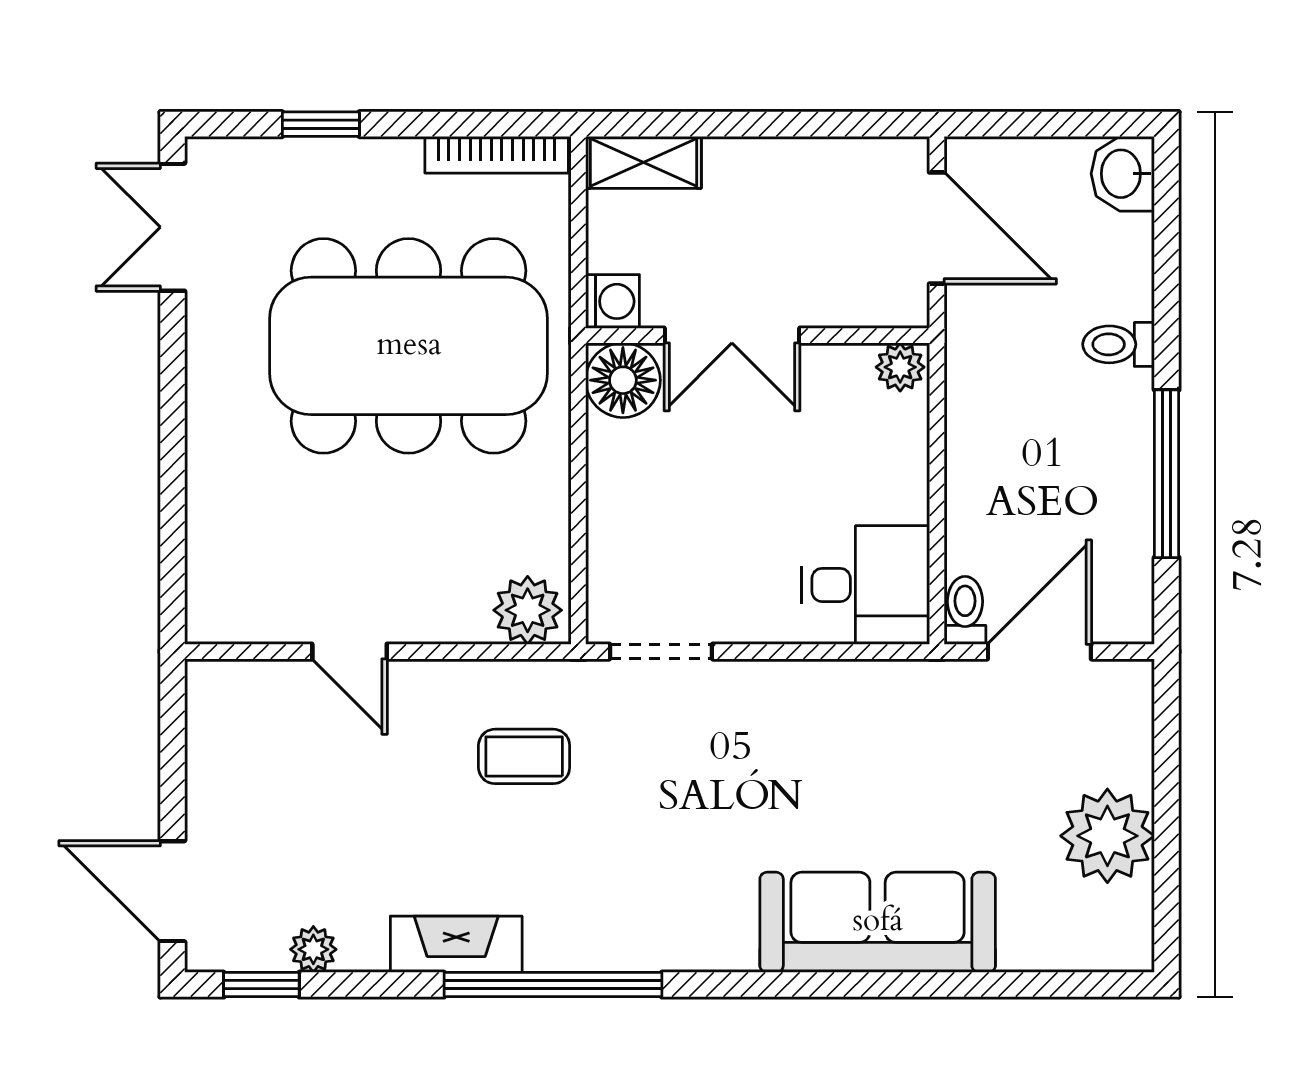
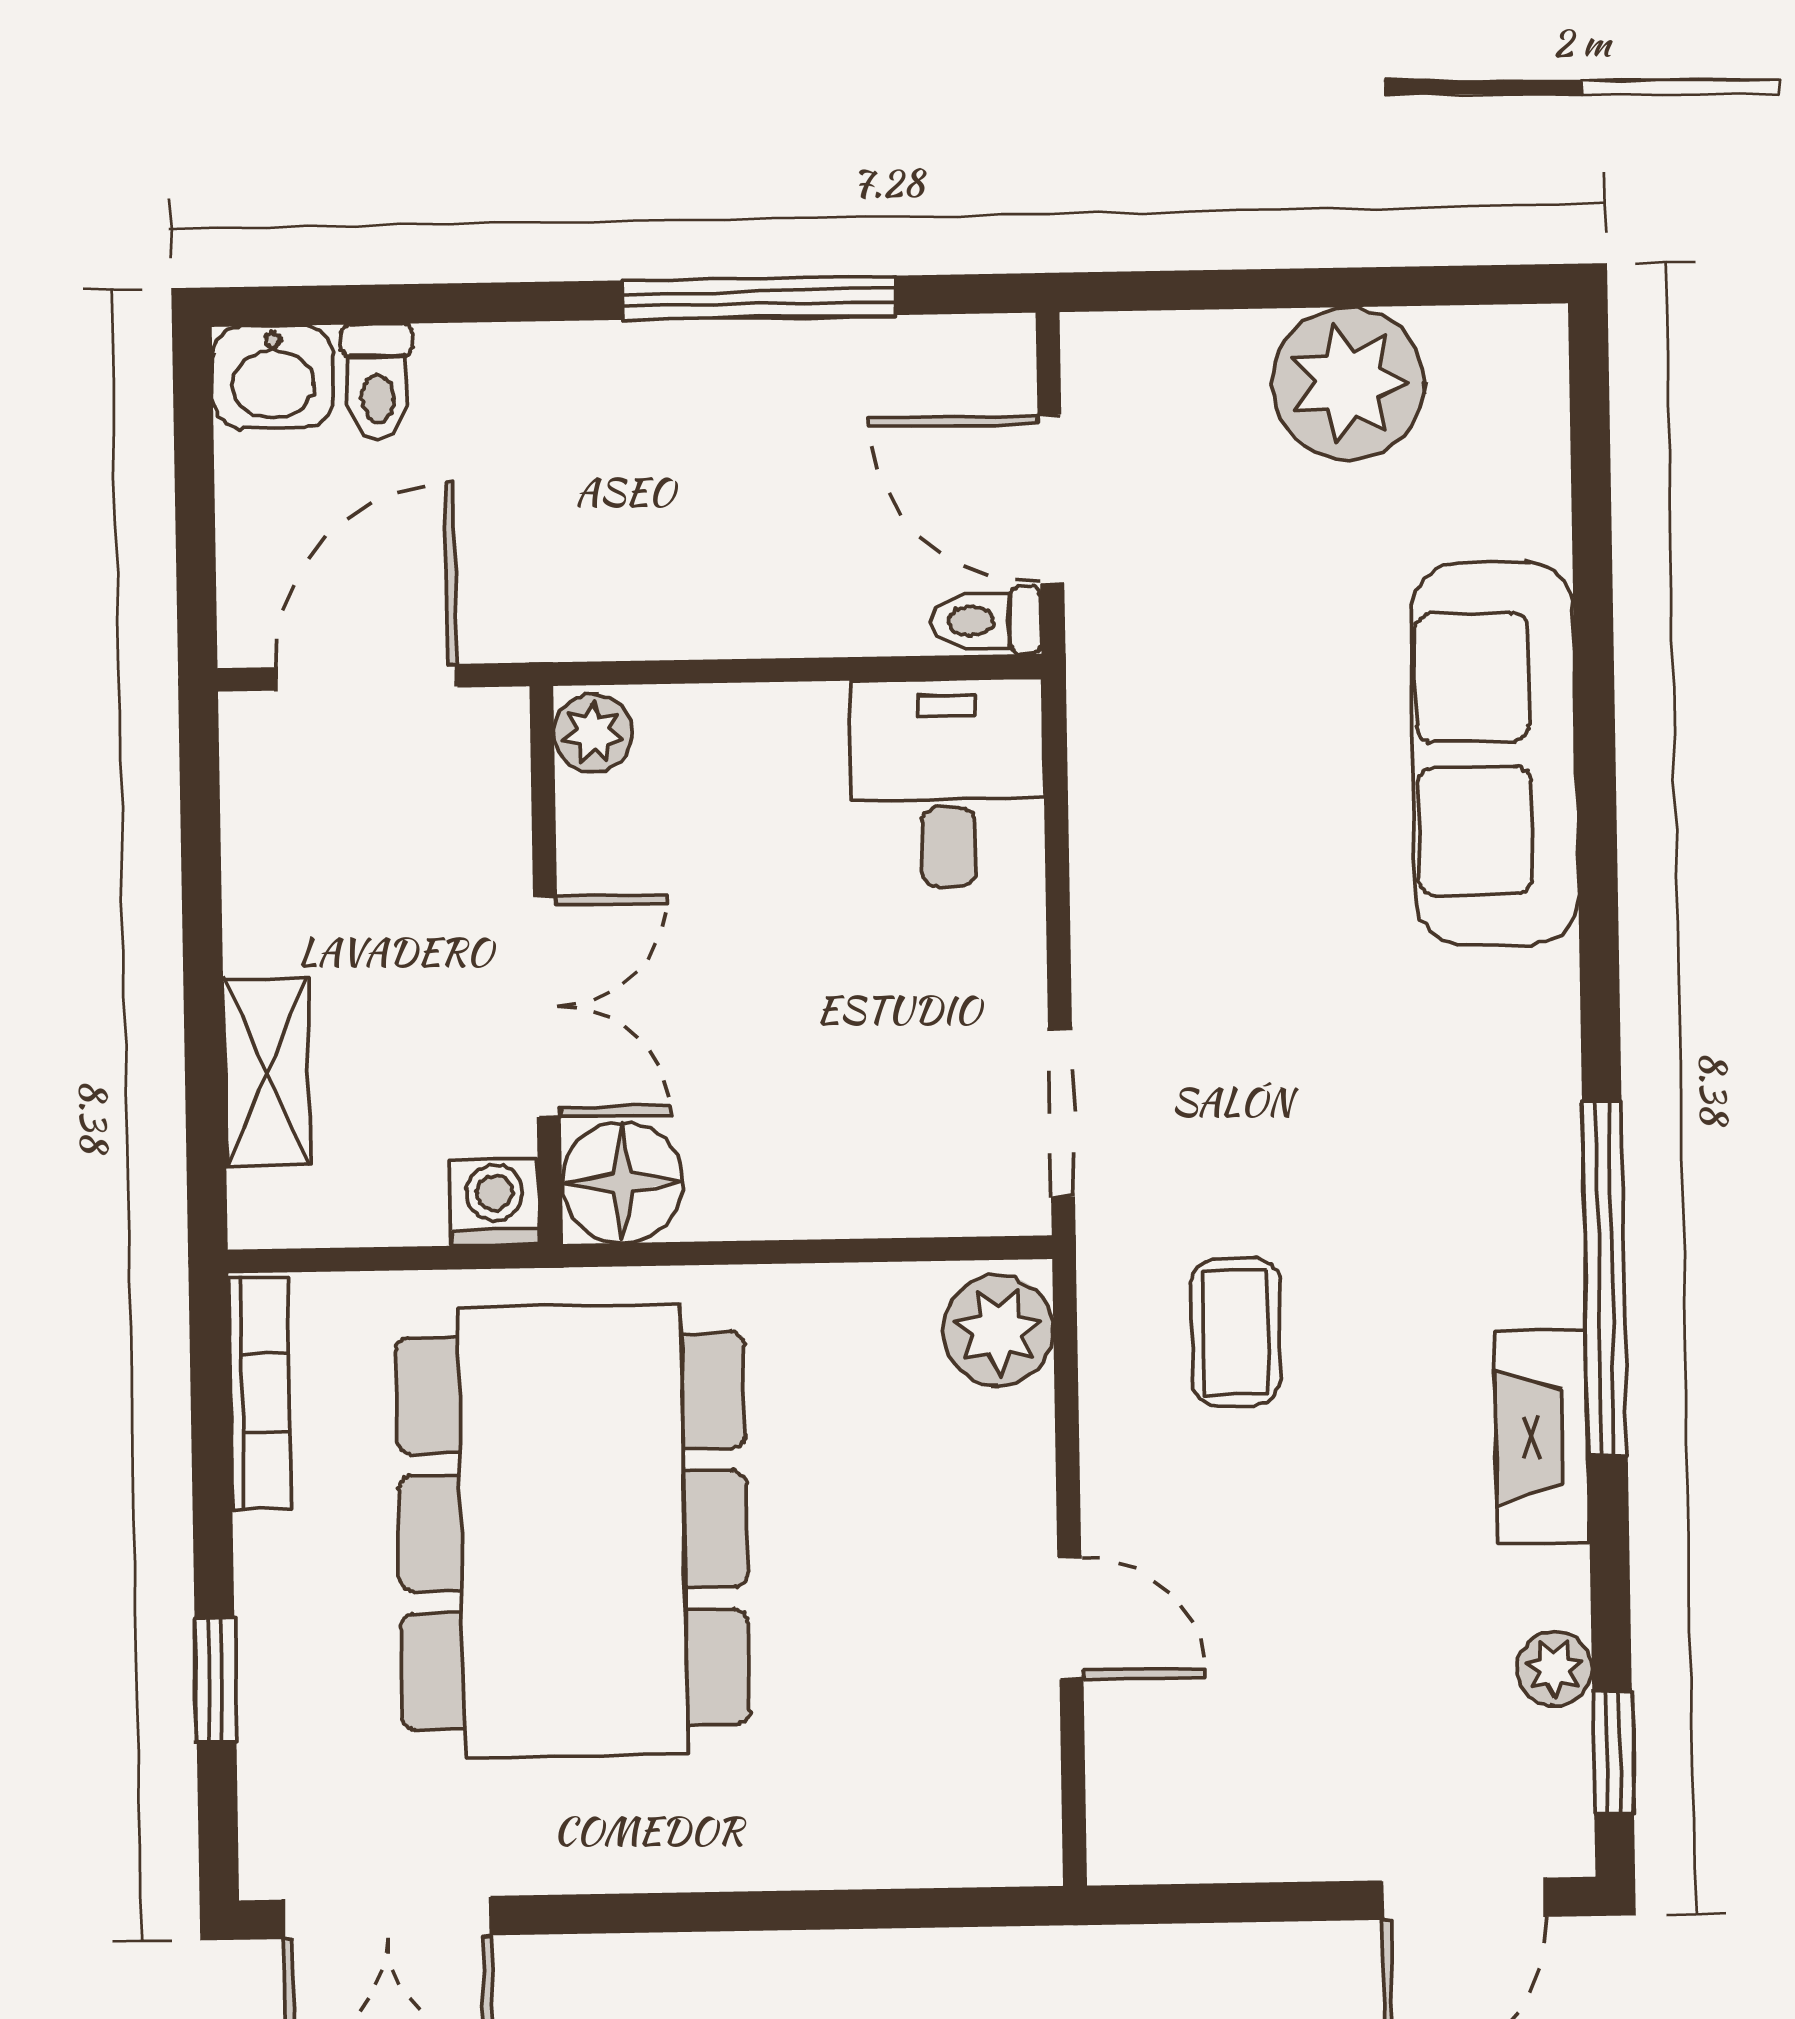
shelving: (643, 162) -> (267, 1072), moved
toilet: (1119, 344) -> (377, 382), moved
door: (350, 652) -> (1070, 1618), hinge flipped

